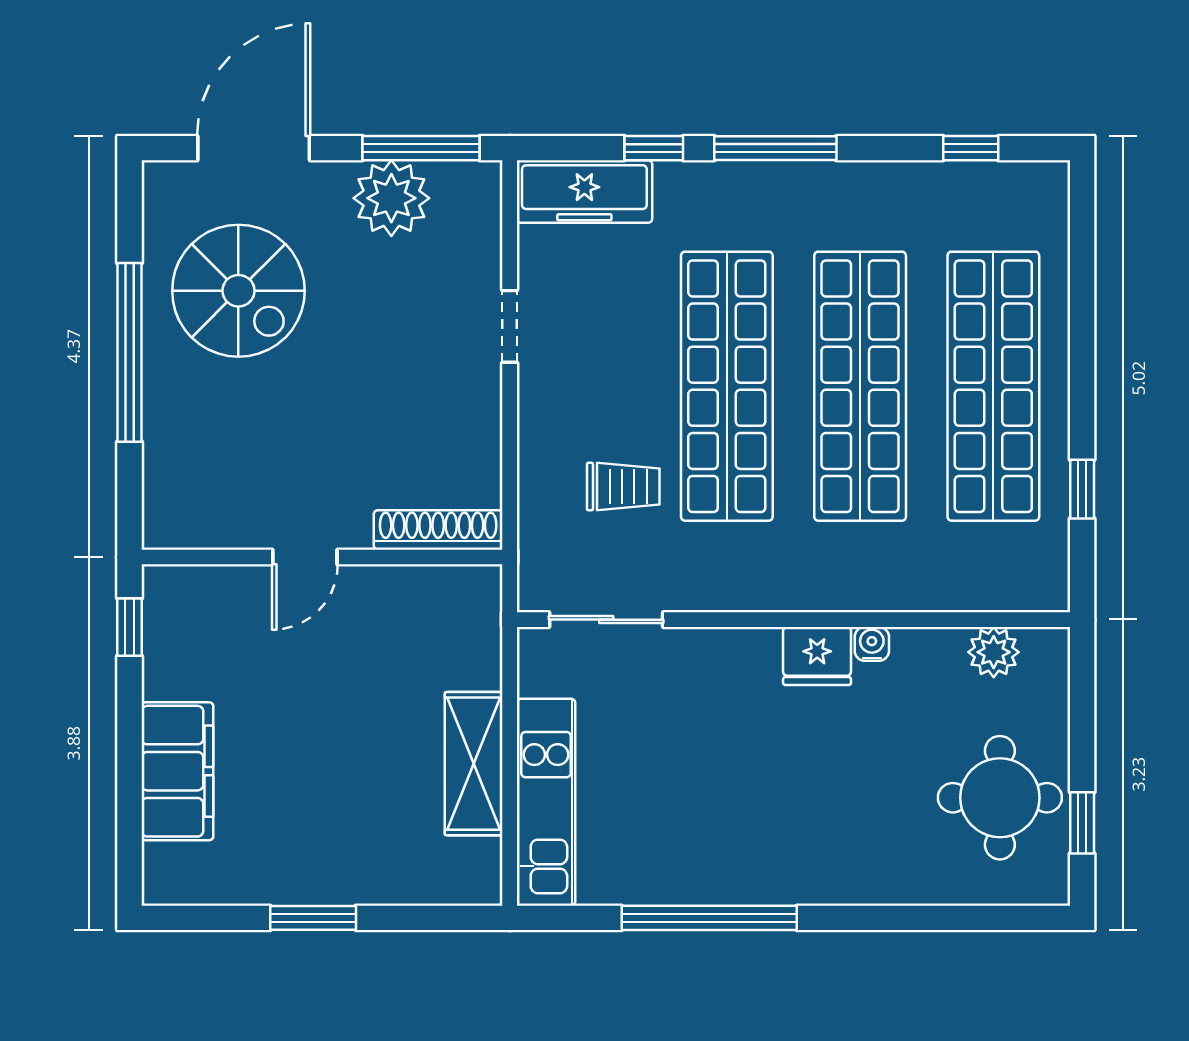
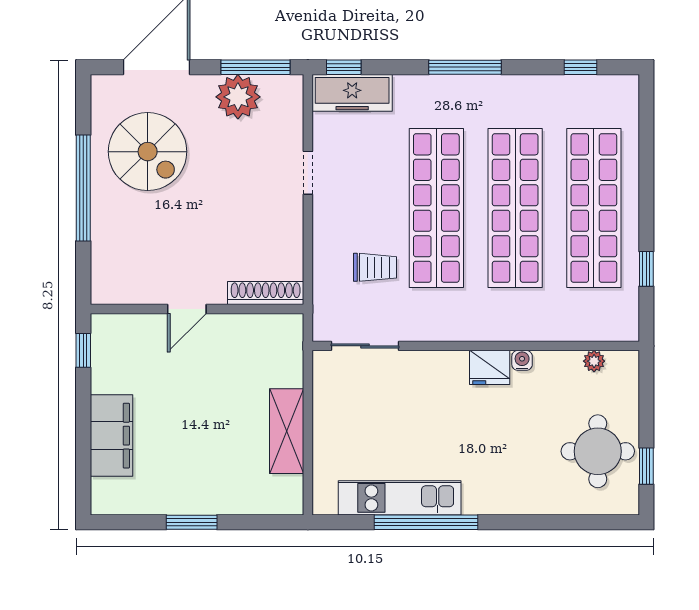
window: (654, 148) -> (344, 67), moved
plant: (994, 652) -> (594, 361), width x0.73, depth x0.73
kitchen unit: (546, 802) -> (400, 498), moved, turned -90

